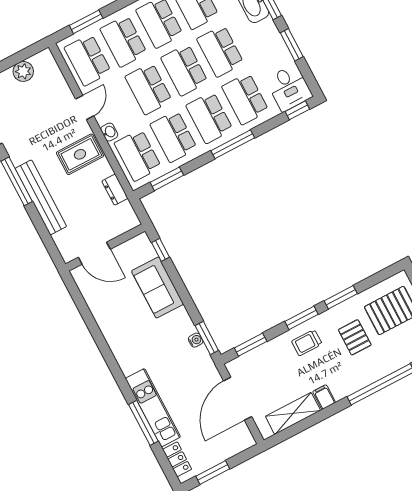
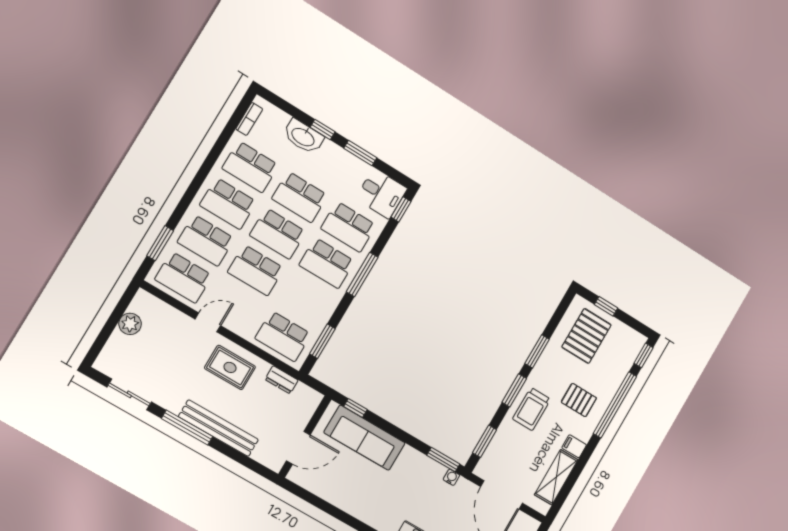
door: (85, 107) -> (208, 322), hinge flipped
washbasin: (109, 132) -> (244, 331), removed
school desk: (174, 136) -> (305, 300), removed
rug: (80, 154) -> (230, 367), turned 90
sofa: (157, 287) -> (364, 438), width x1.36
pallet: (355, 337) -> (579, 400), moved
water cooler: (196, 340) -> (451, 477), moved
trolley: (307, 343) -> (532, 409), width x1.36, depth x1.39

